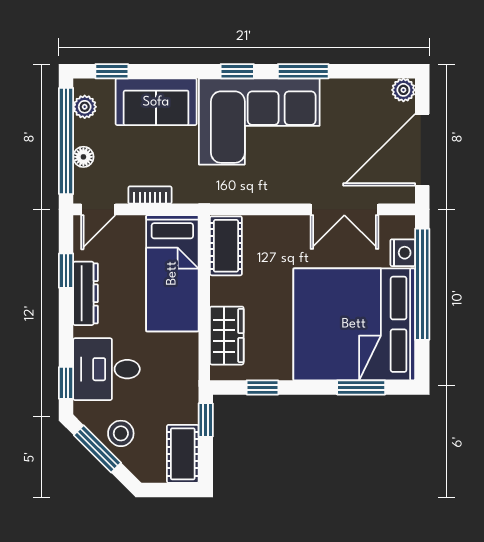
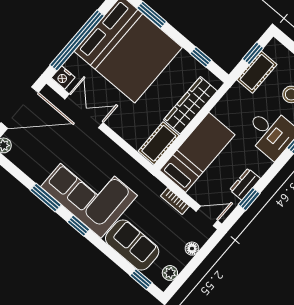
window: (66, 141) -> (194, 264), removed
nightstand: (403, 253) -> (63, 78), moved, turned -90
dresser: (86, 293) -> (245, 184), width x0.70
wardrobe: (227, 336) -> (190, 105), width x1.50
window: (206, 420) -> (253, 53), moved
cot: (183, 454) -> (257, 72), moved

